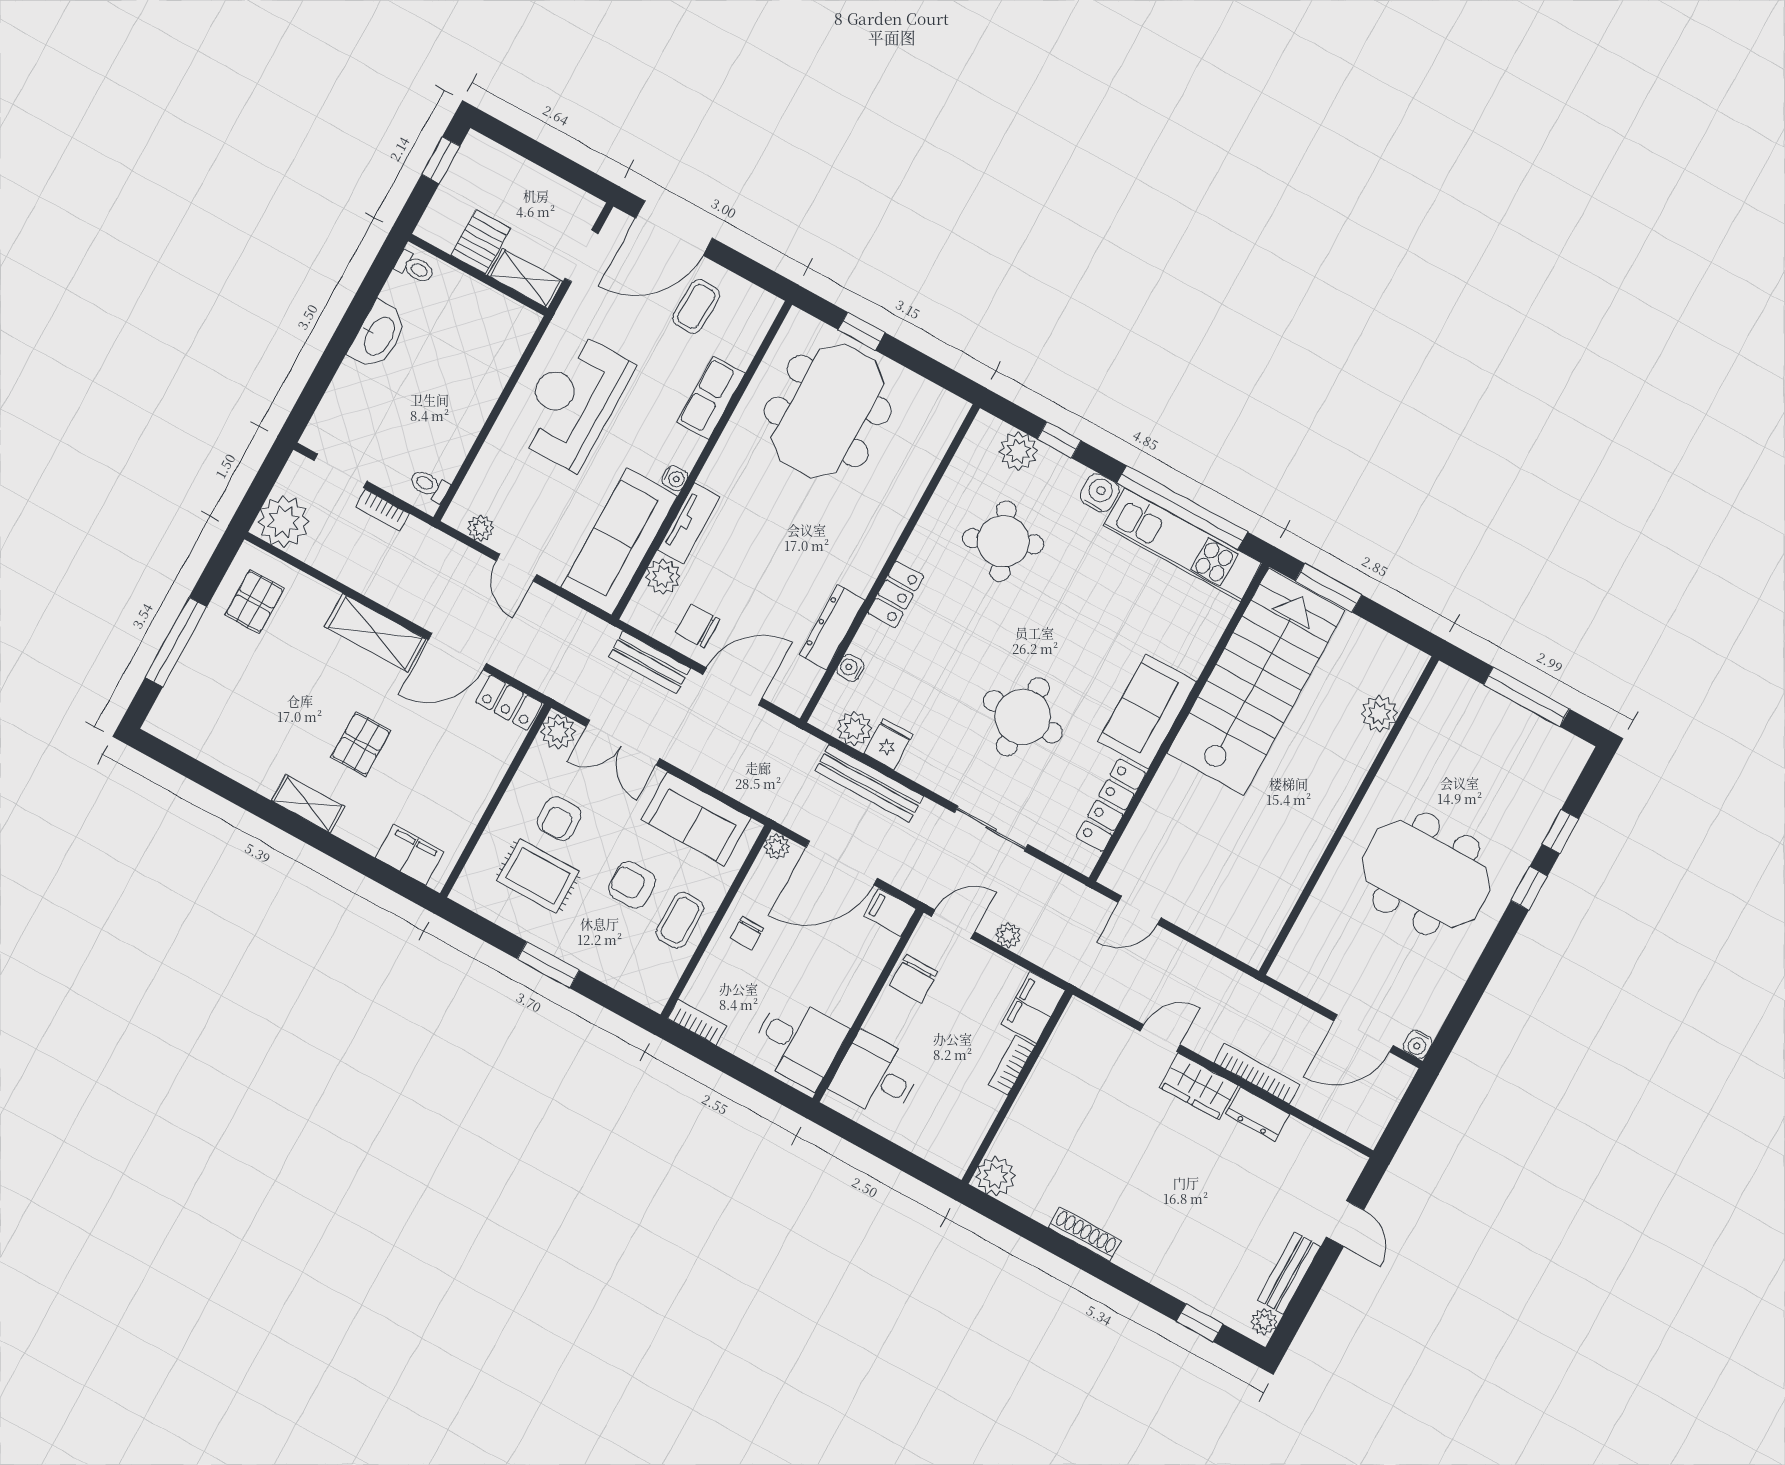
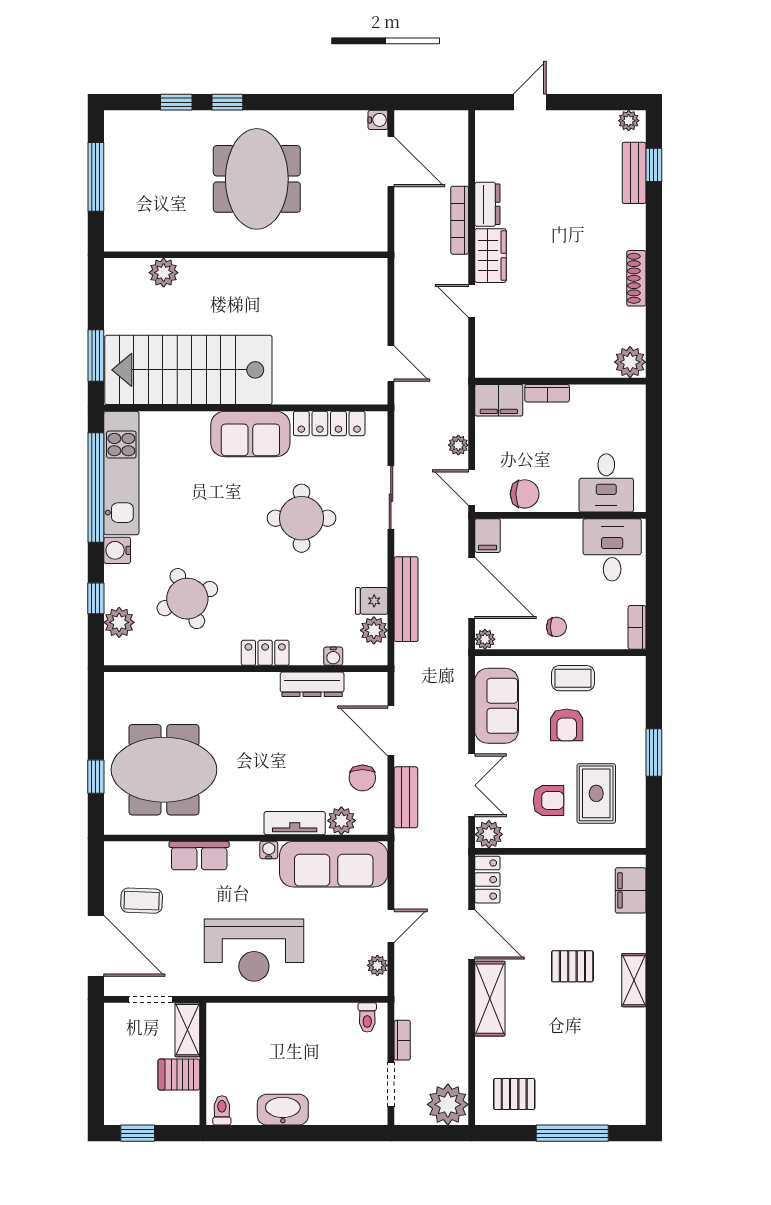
bench: (1289, 1273) -> (634, 173), moved, turned 90

